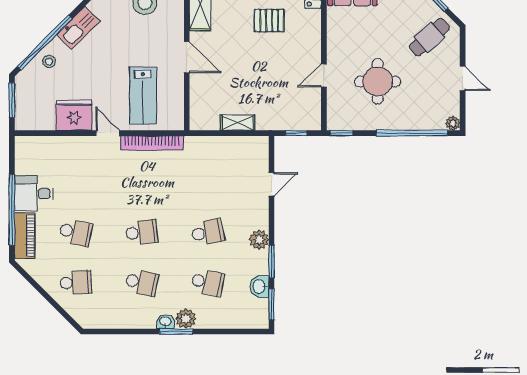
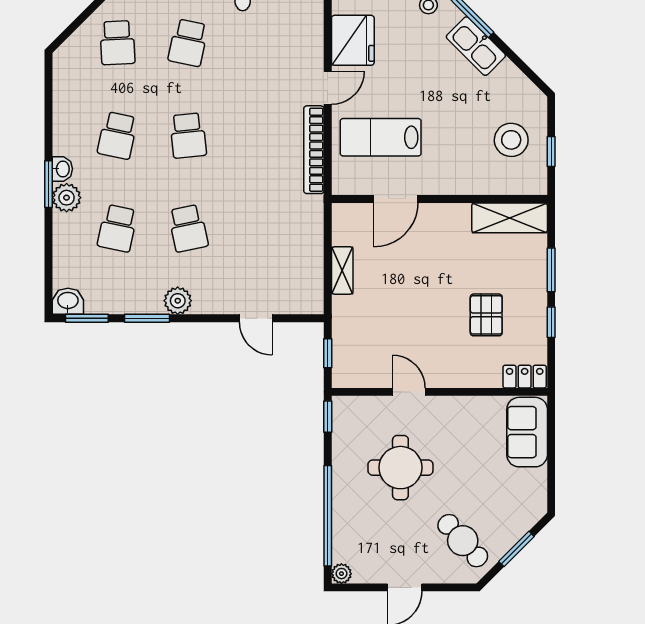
door: (187, 57) -> (396, 199), moved
washbasin: (259, 287) -> (68, 301), moved

